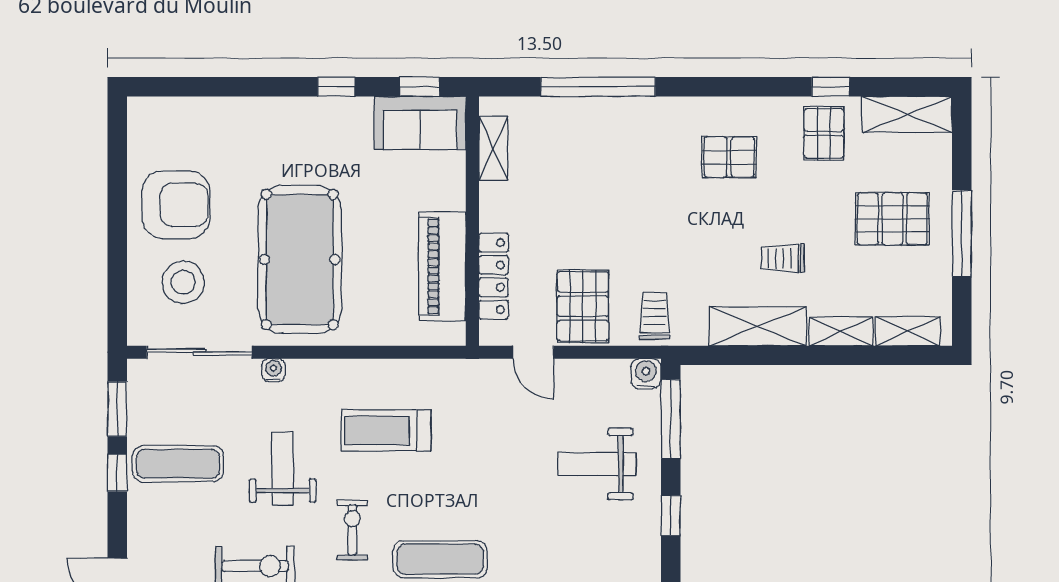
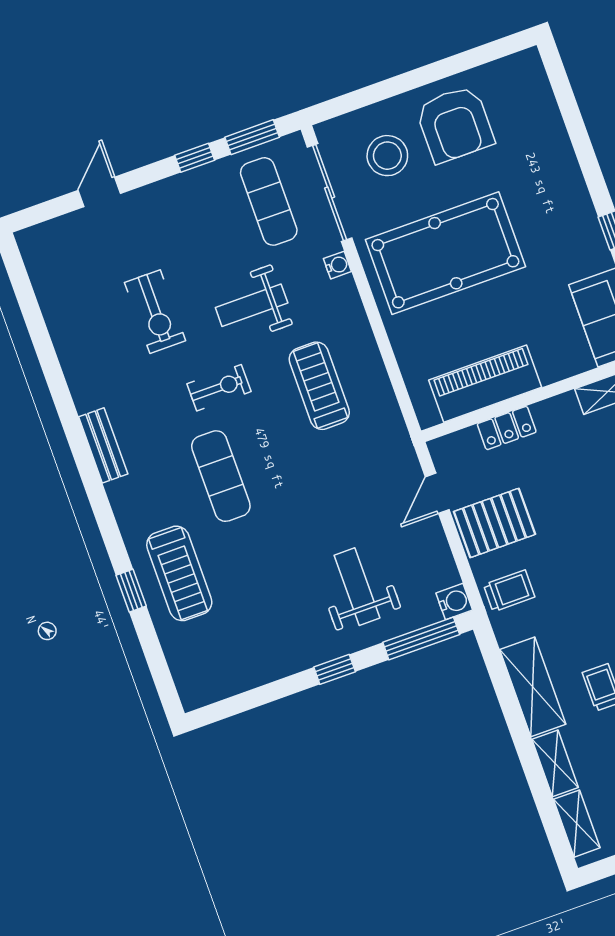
locker: (494, 276) -> (507, 428), width x0.66
exercise mat: (178, 464) -> (269, 201), moved
weight bench: (283, 469) -> (252, 305), turned 180

